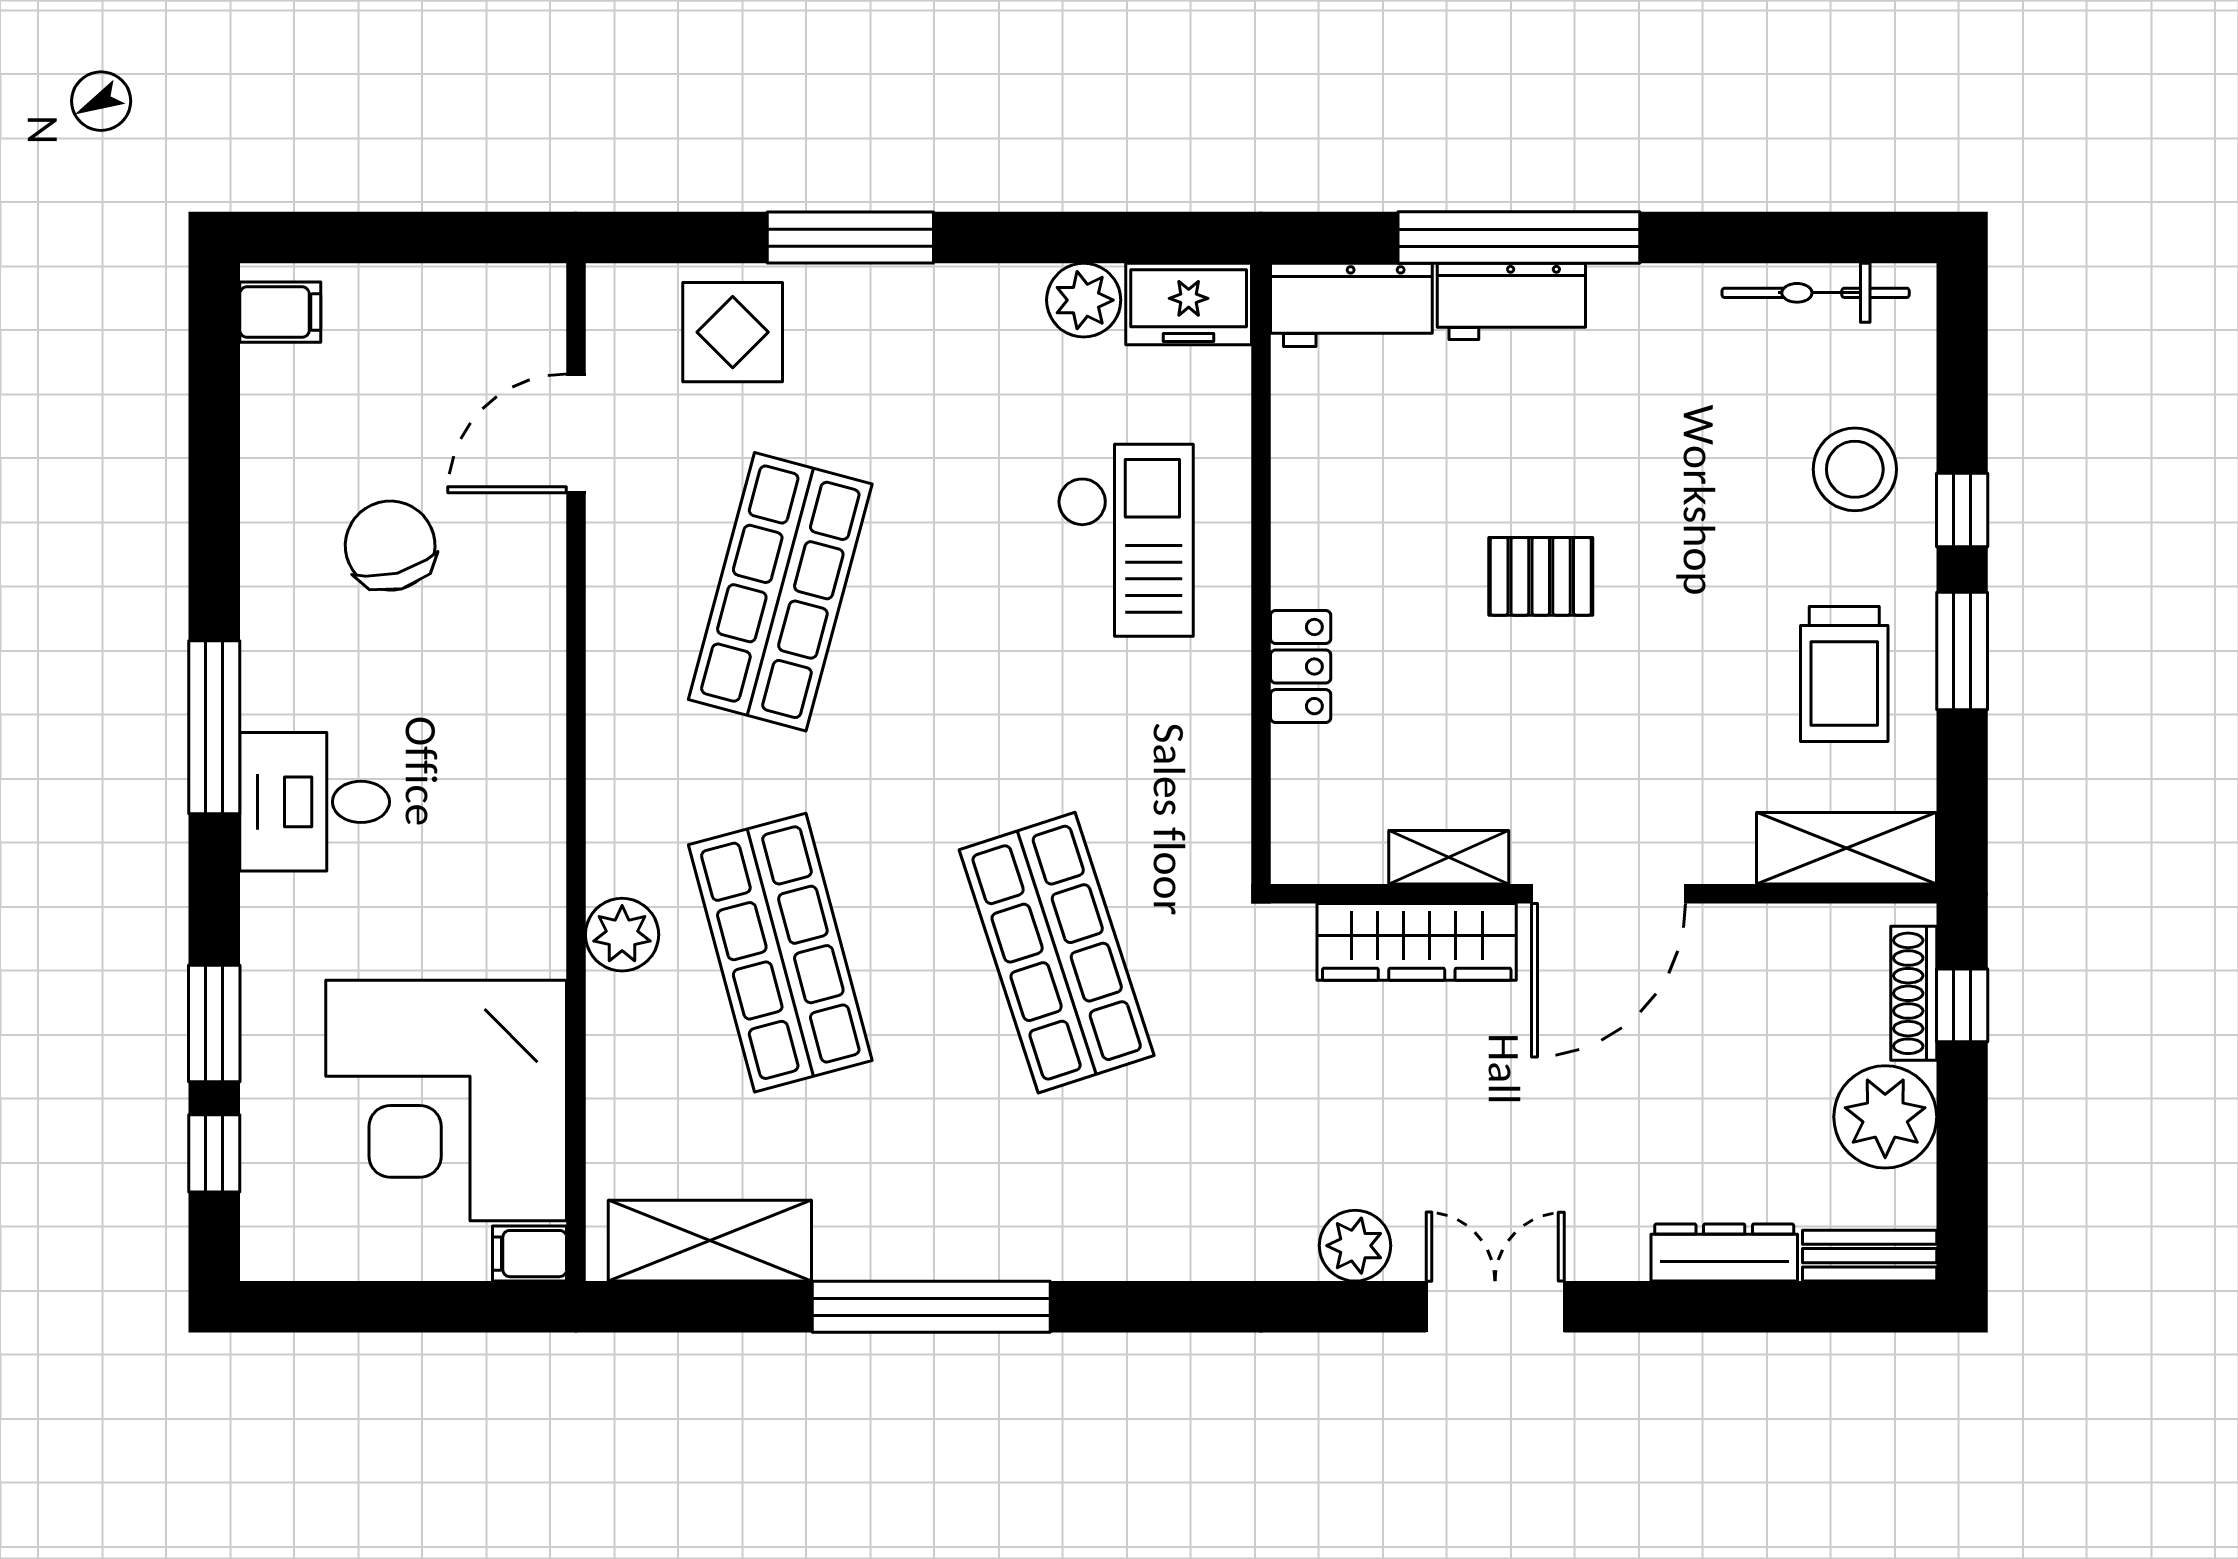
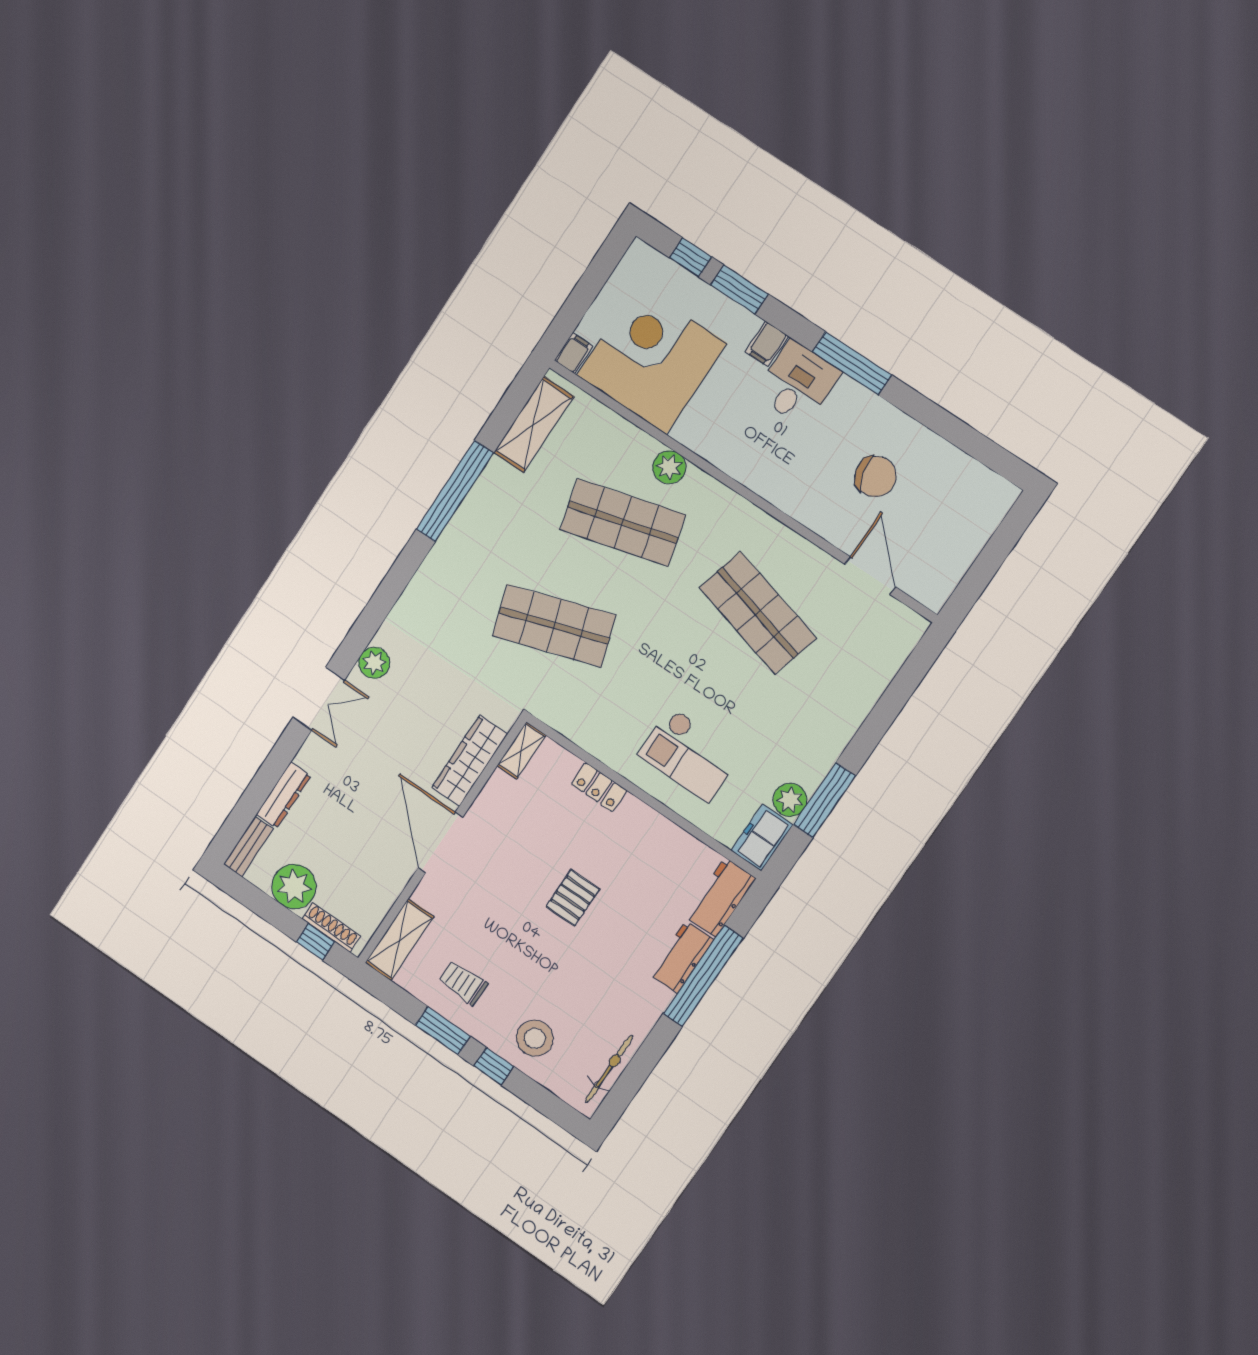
window: (850, 238) -> (824, 800), moved
filing cabinet: (280, 312) -> (767, 344), moved
display table: (733, 332) -> (868, 661), removed
trolley: (1844, 674) -> (463, 983), width x0.73, depth x0.72
shelving: (1449, 857) -> (522, 750), moved

